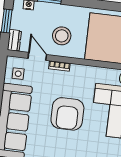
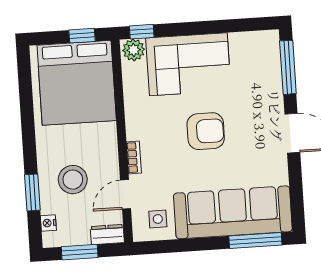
stool: (62, 36) -> (73, 180), moved
armchair: (67, 114) -> (206, 131), width x0.73, depth x0.73

